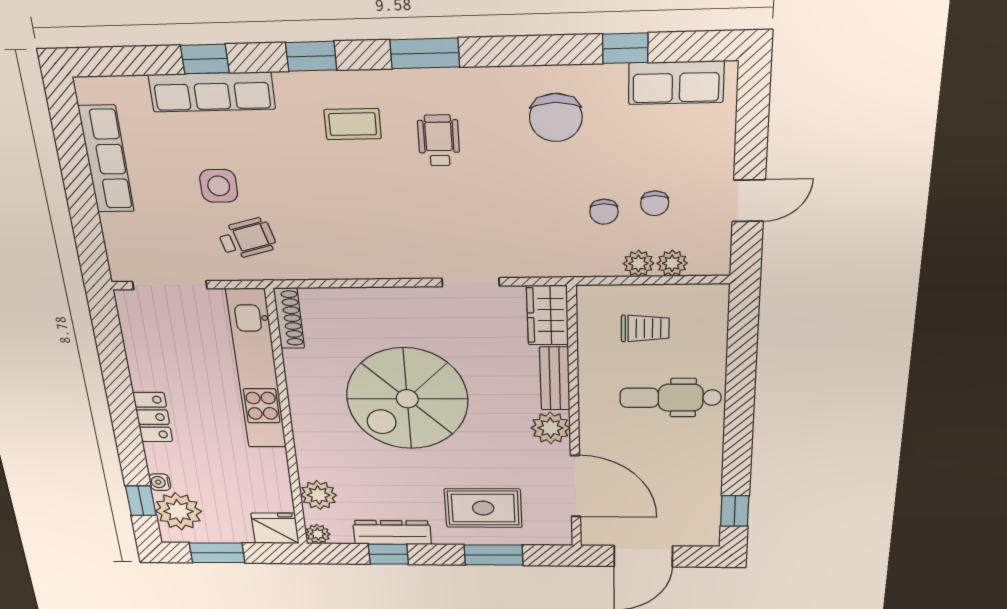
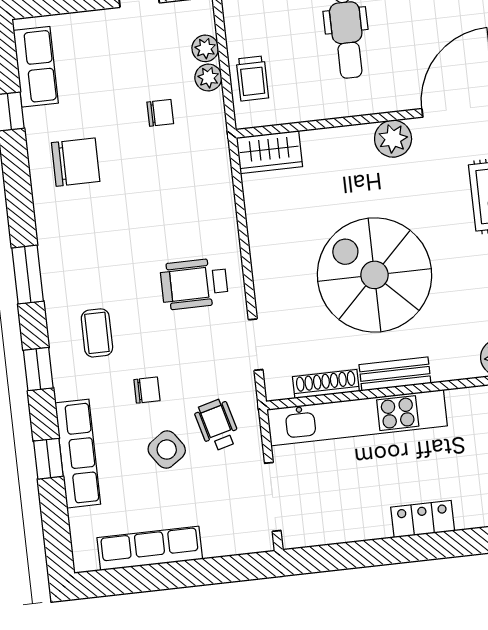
wheelchair: (439, 140) -> (194, 284), moved, width x1.36, depth x1.37
side table: (219, 186) -> (167, 450), turned -35
chair: (655, 203) -> (147, 390), moved
doorway: (471, 282) -> (256, 345), moved
shoe rack: (289, 318) -> (326, 384), moved
trolley: (645, 328) -> (252, 78), moved, turned 180
bench: (555, 379) -> (395, 374), moved
spiral stairs: (407, 399) -> (374, 275), turned 180

